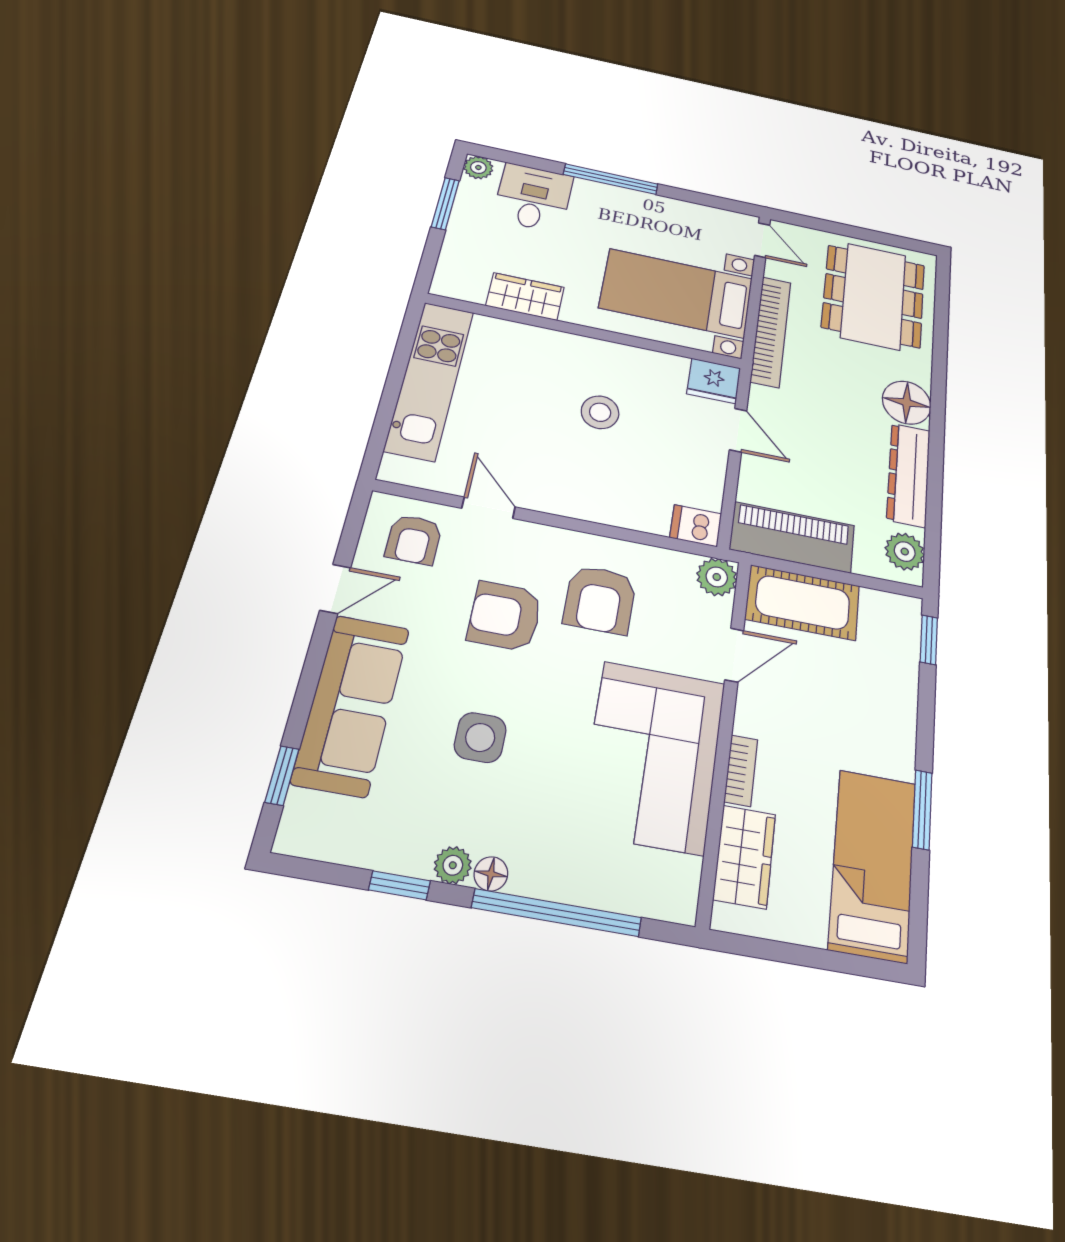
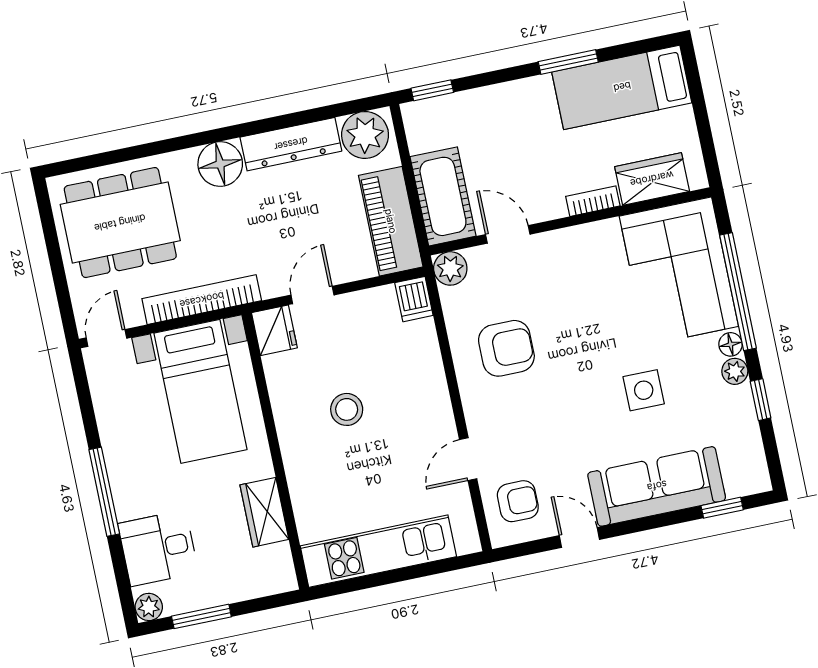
plant: (905, 552) -> (365, 135), width x1.36, depth x1.36
armchair: (505, 616) -> (549, 411), removed
corner sofa: (653, 756) -> (679, 271), moved, turned 90

